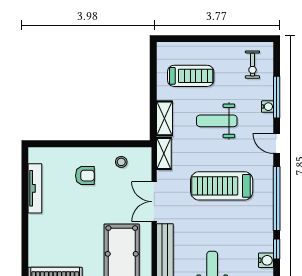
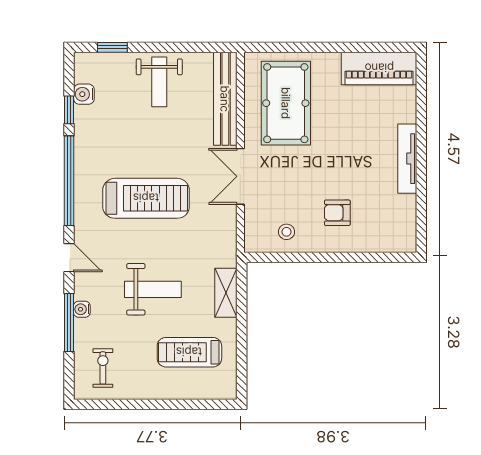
shelving: (164, 153) -> (227, 244), removed
tv unit: (35, 188) -> (407, 159), moved
double door: (154, 202) -> (240, 176), swing flipped

